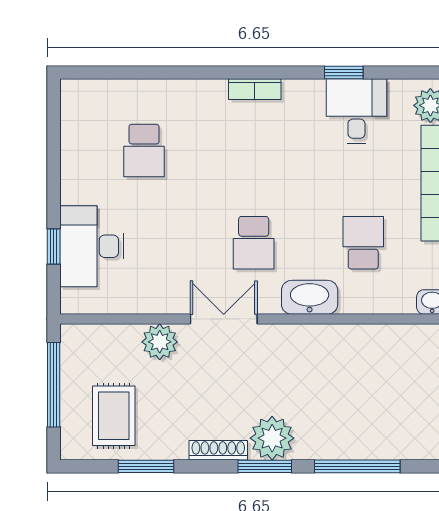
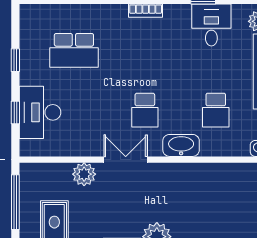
school desk: (144, 150) -> (74, 50), width x1.85
window: (54, 166) -> (15, 60), added
school desk: (363, 243) -> (216, 110), turned 180

